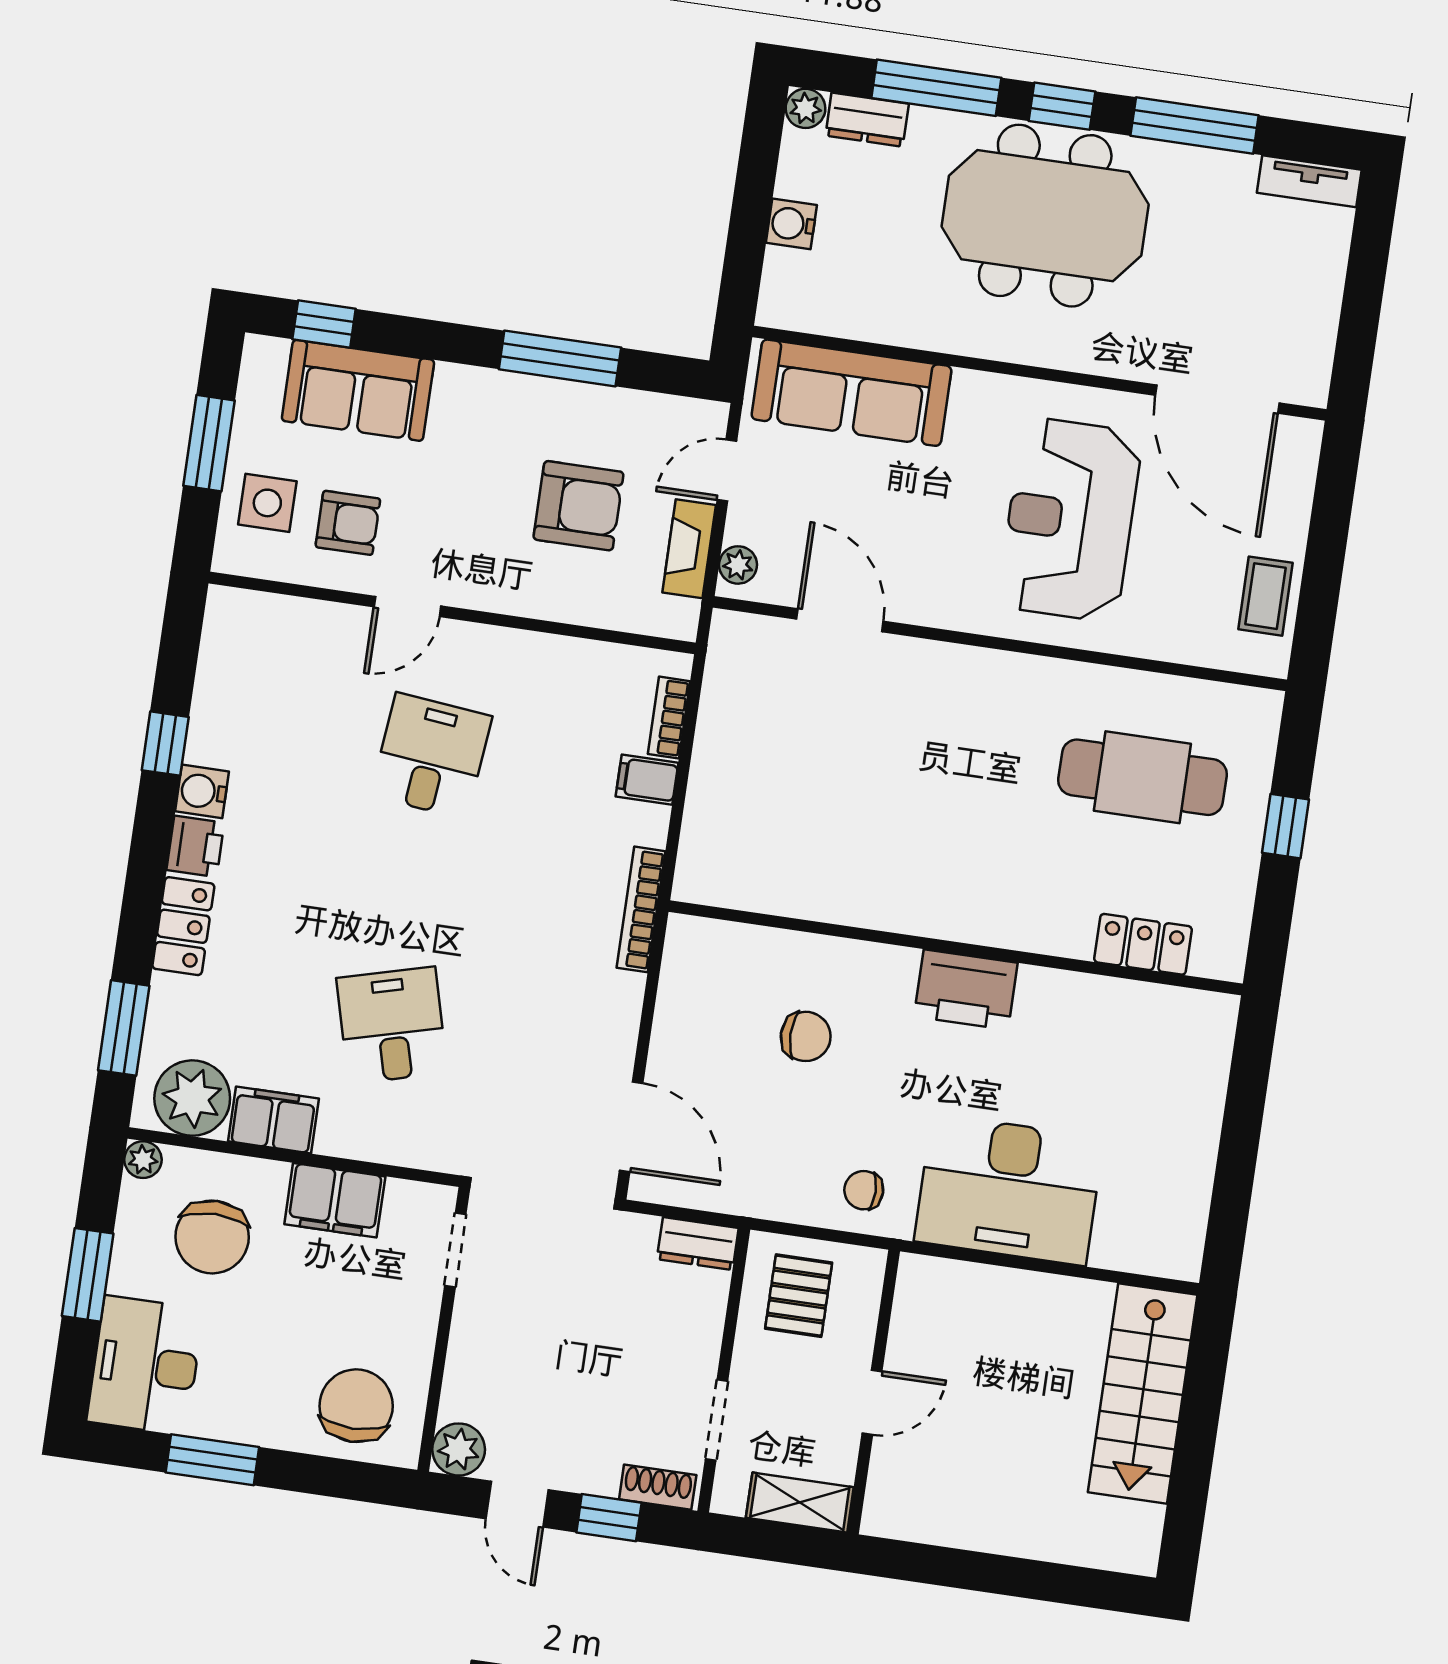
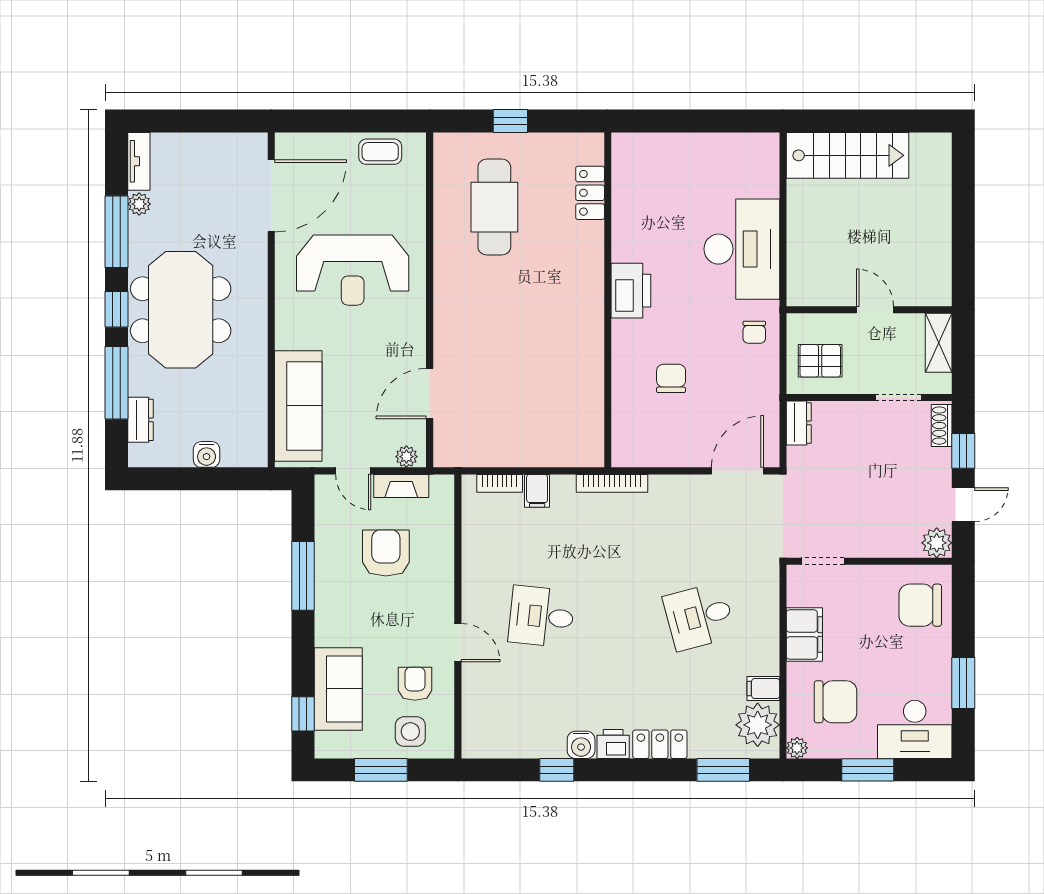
plant: (806, 108) -> (139, 204), moved
filing cabinet: (273, 1120) -> (763, 689), width x0.50

